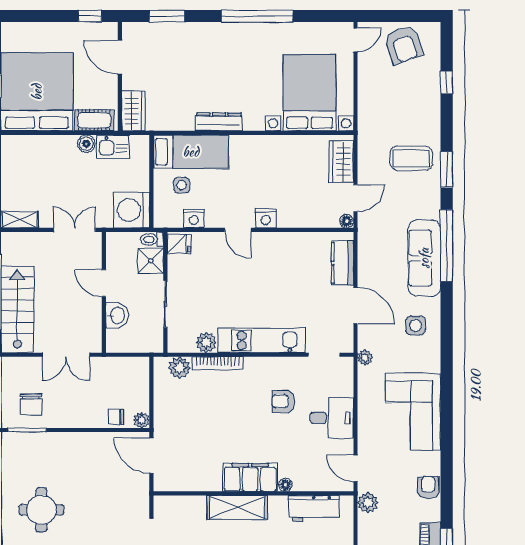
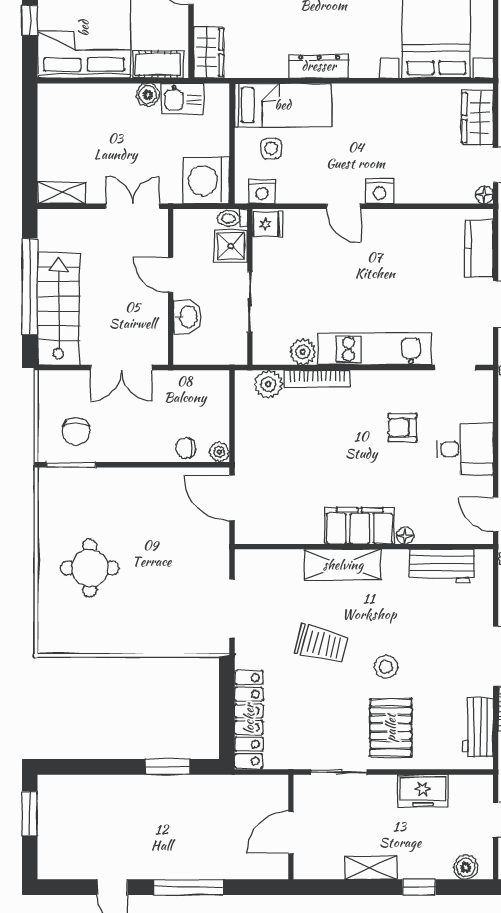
nightstand: (194, 219) -> (262, 191), moved

